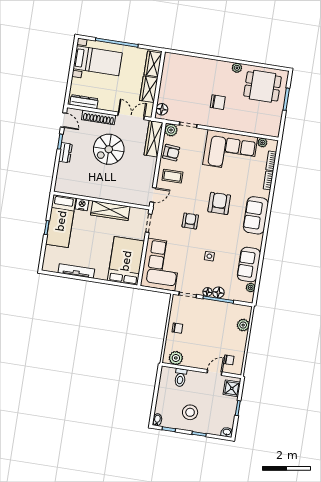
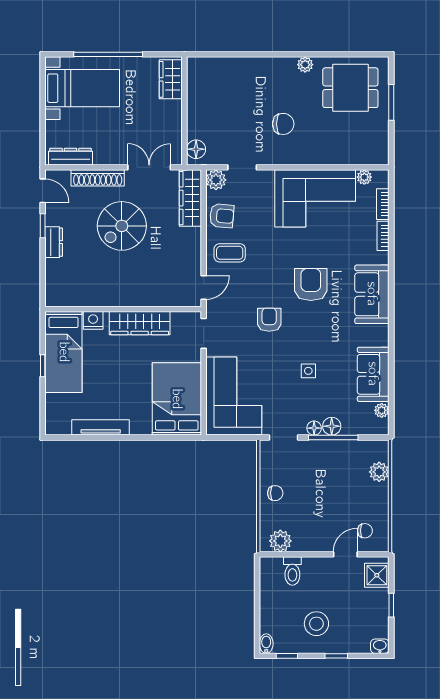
wardrobe: (149, 89) -> (170, 121), removed

